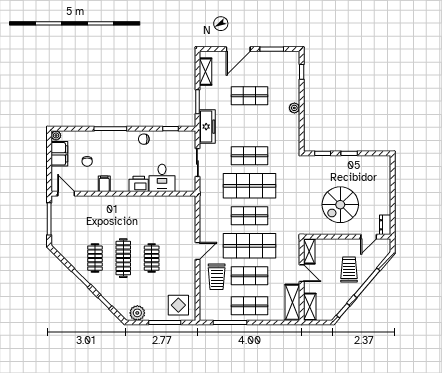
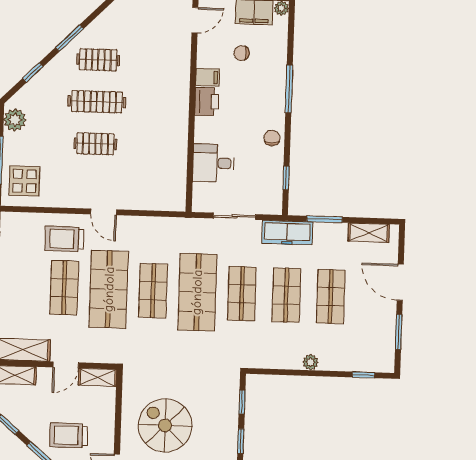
printer: (139, 184) -> (207, 102), moved
trolley: (349, 269) -> (69, 435), turned 180
shop shelf: (250, 306) -> (286, 295), moved

